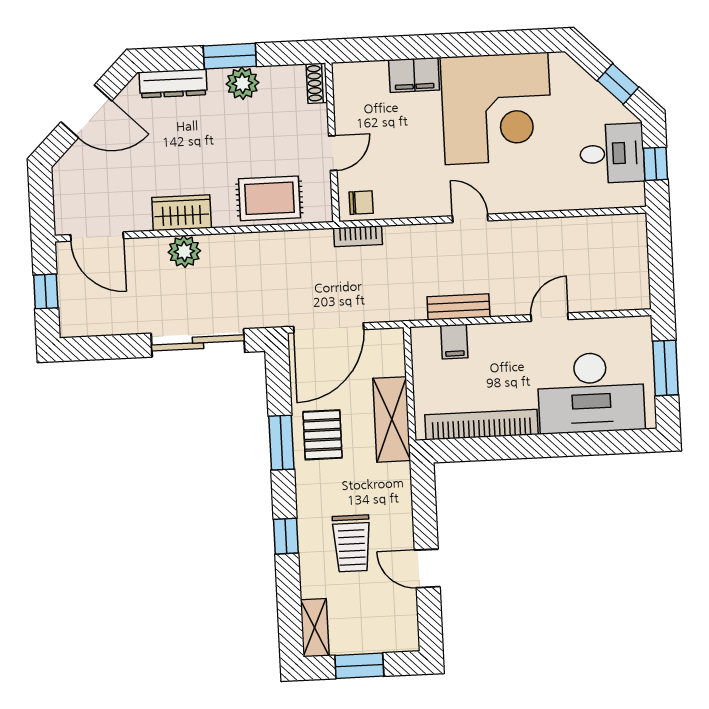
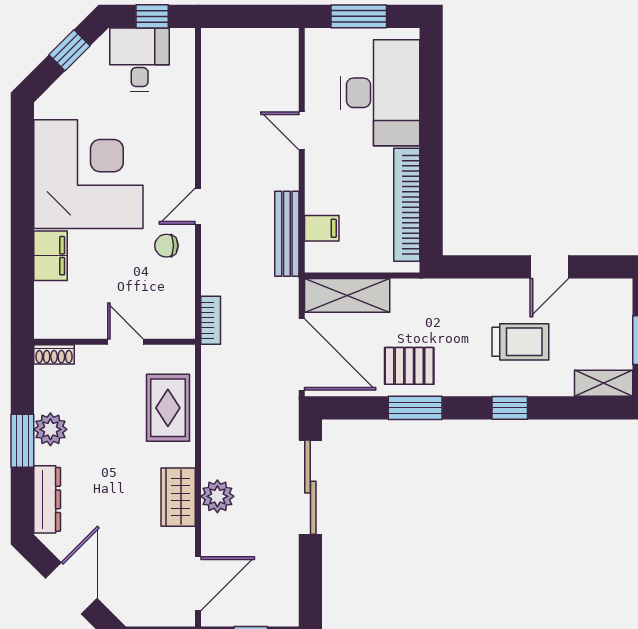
chair: (361, 203) -> (166, 246), moved, turned -90
bench: (458, 307) -> (287, 234), width x1.36
shelving: (392, 419) -> (347, 295), moved

